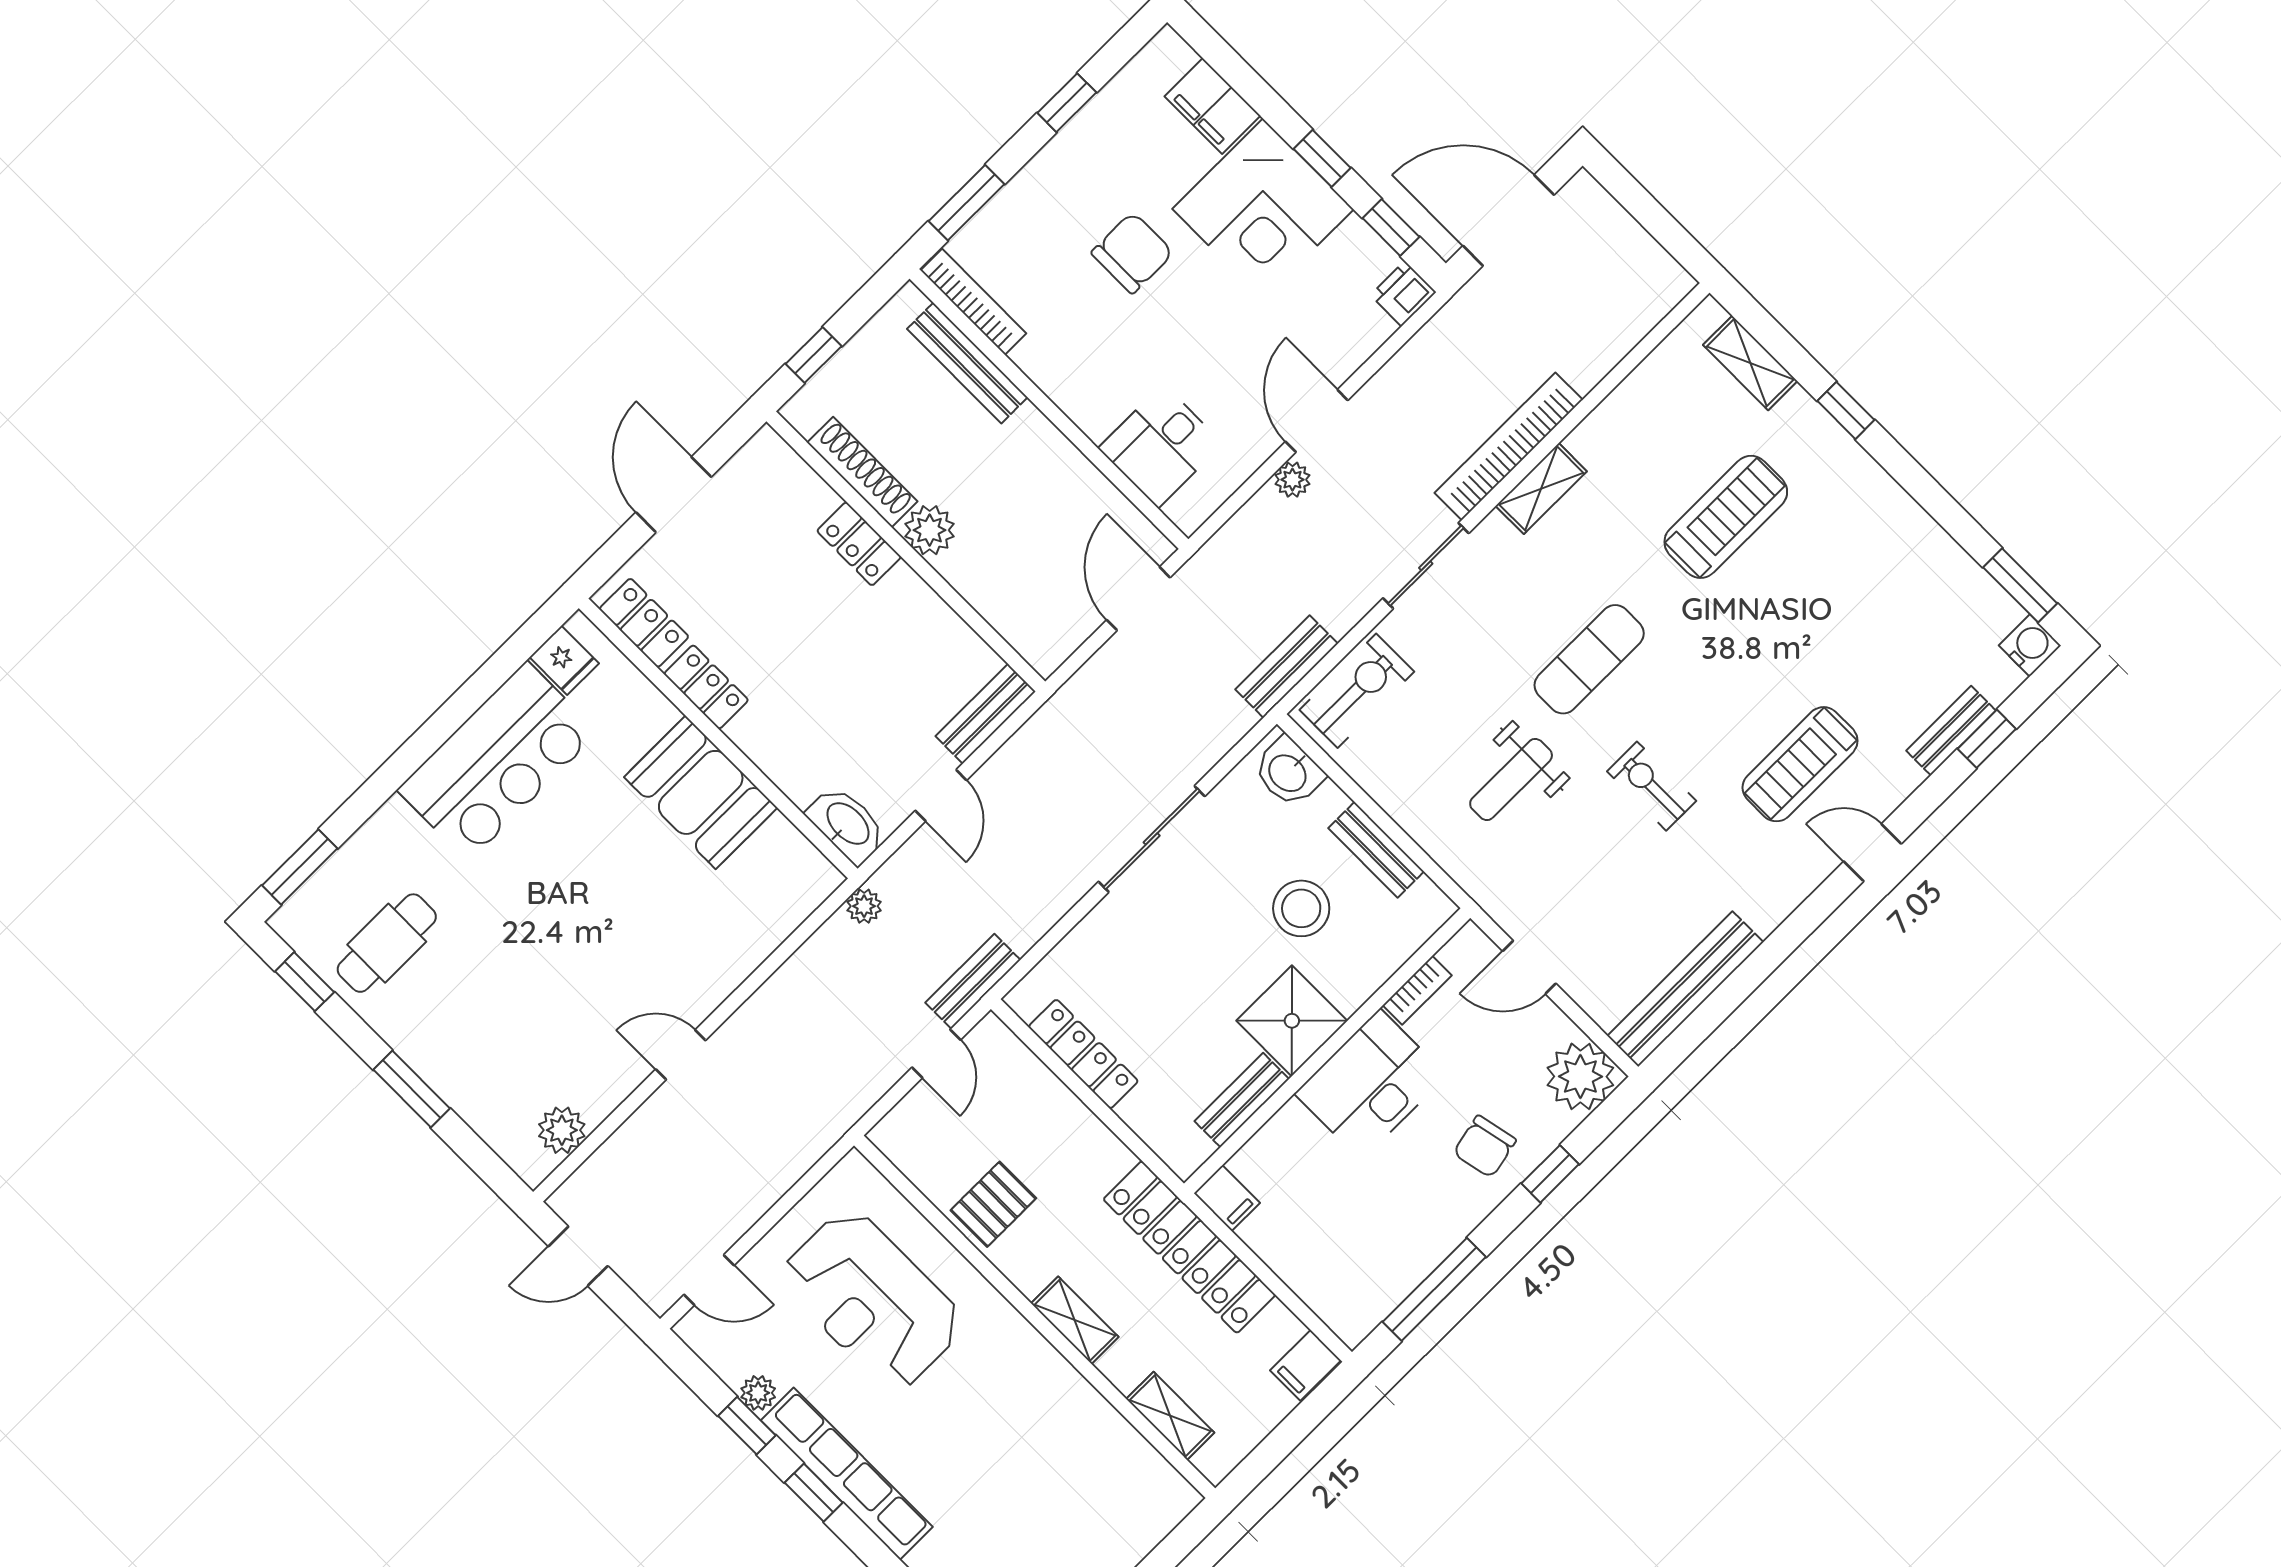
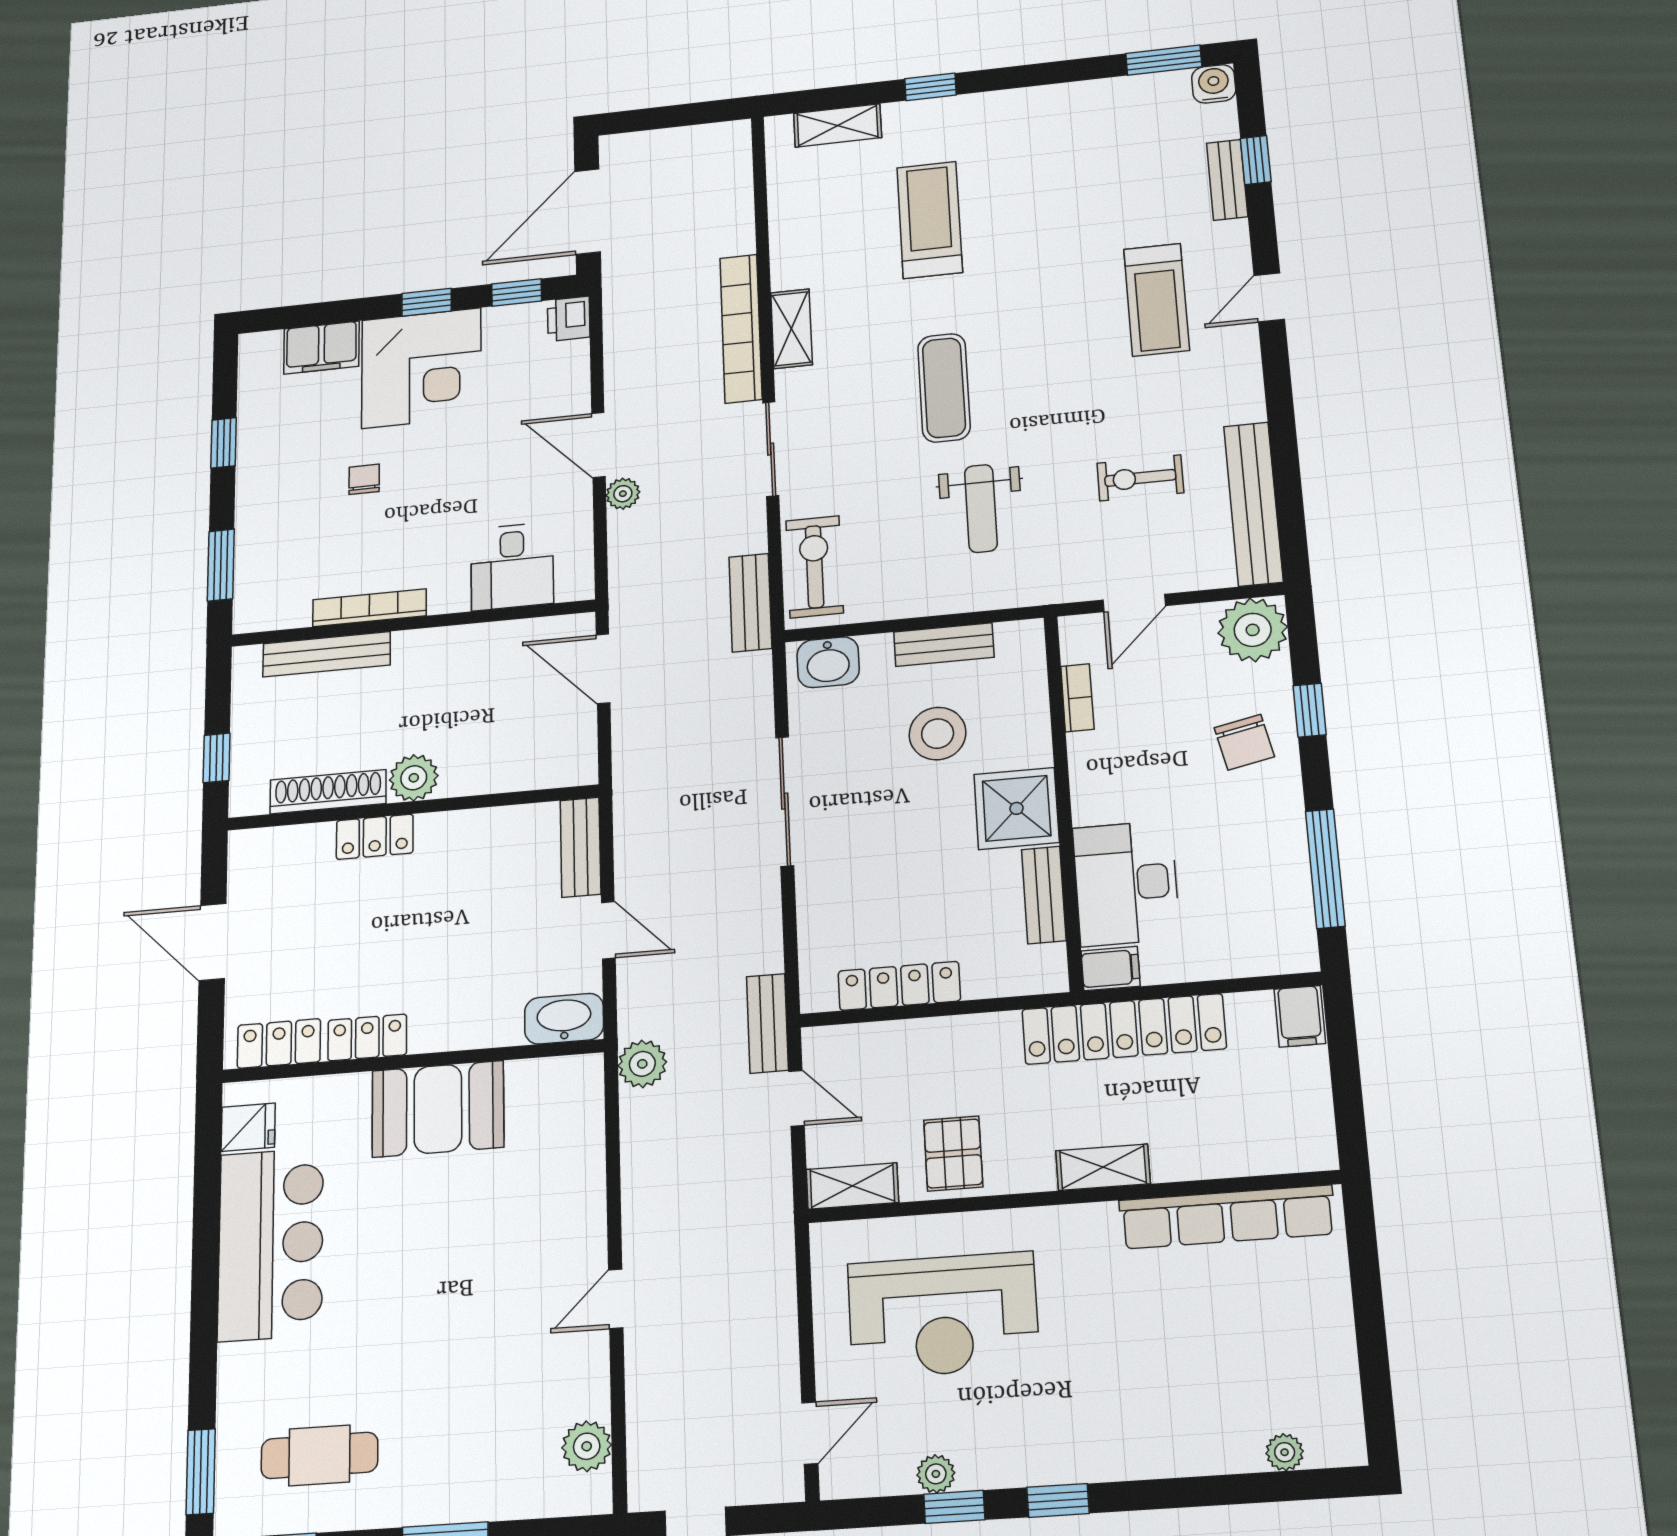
chair: (1132, 253) -> (364, 479), width x0.54, depth x0.54
bookcase: (973, 302) -> (369, 608), moved
exercise bike: (1652, 786) -> (1140, 478), moved
plant: (864, 906) -> (642, 1064), width x1.38, depth x1.38
cafe table: (387, 943) -> (319, 1455), turned 90
desk: (1370, 1084) -> (1126, 883), moved
shelving: (1170, 1416) -> (852, 1186), moved
row of seats: (847, 1474) -> (1227, 1217), moved, turned 180

